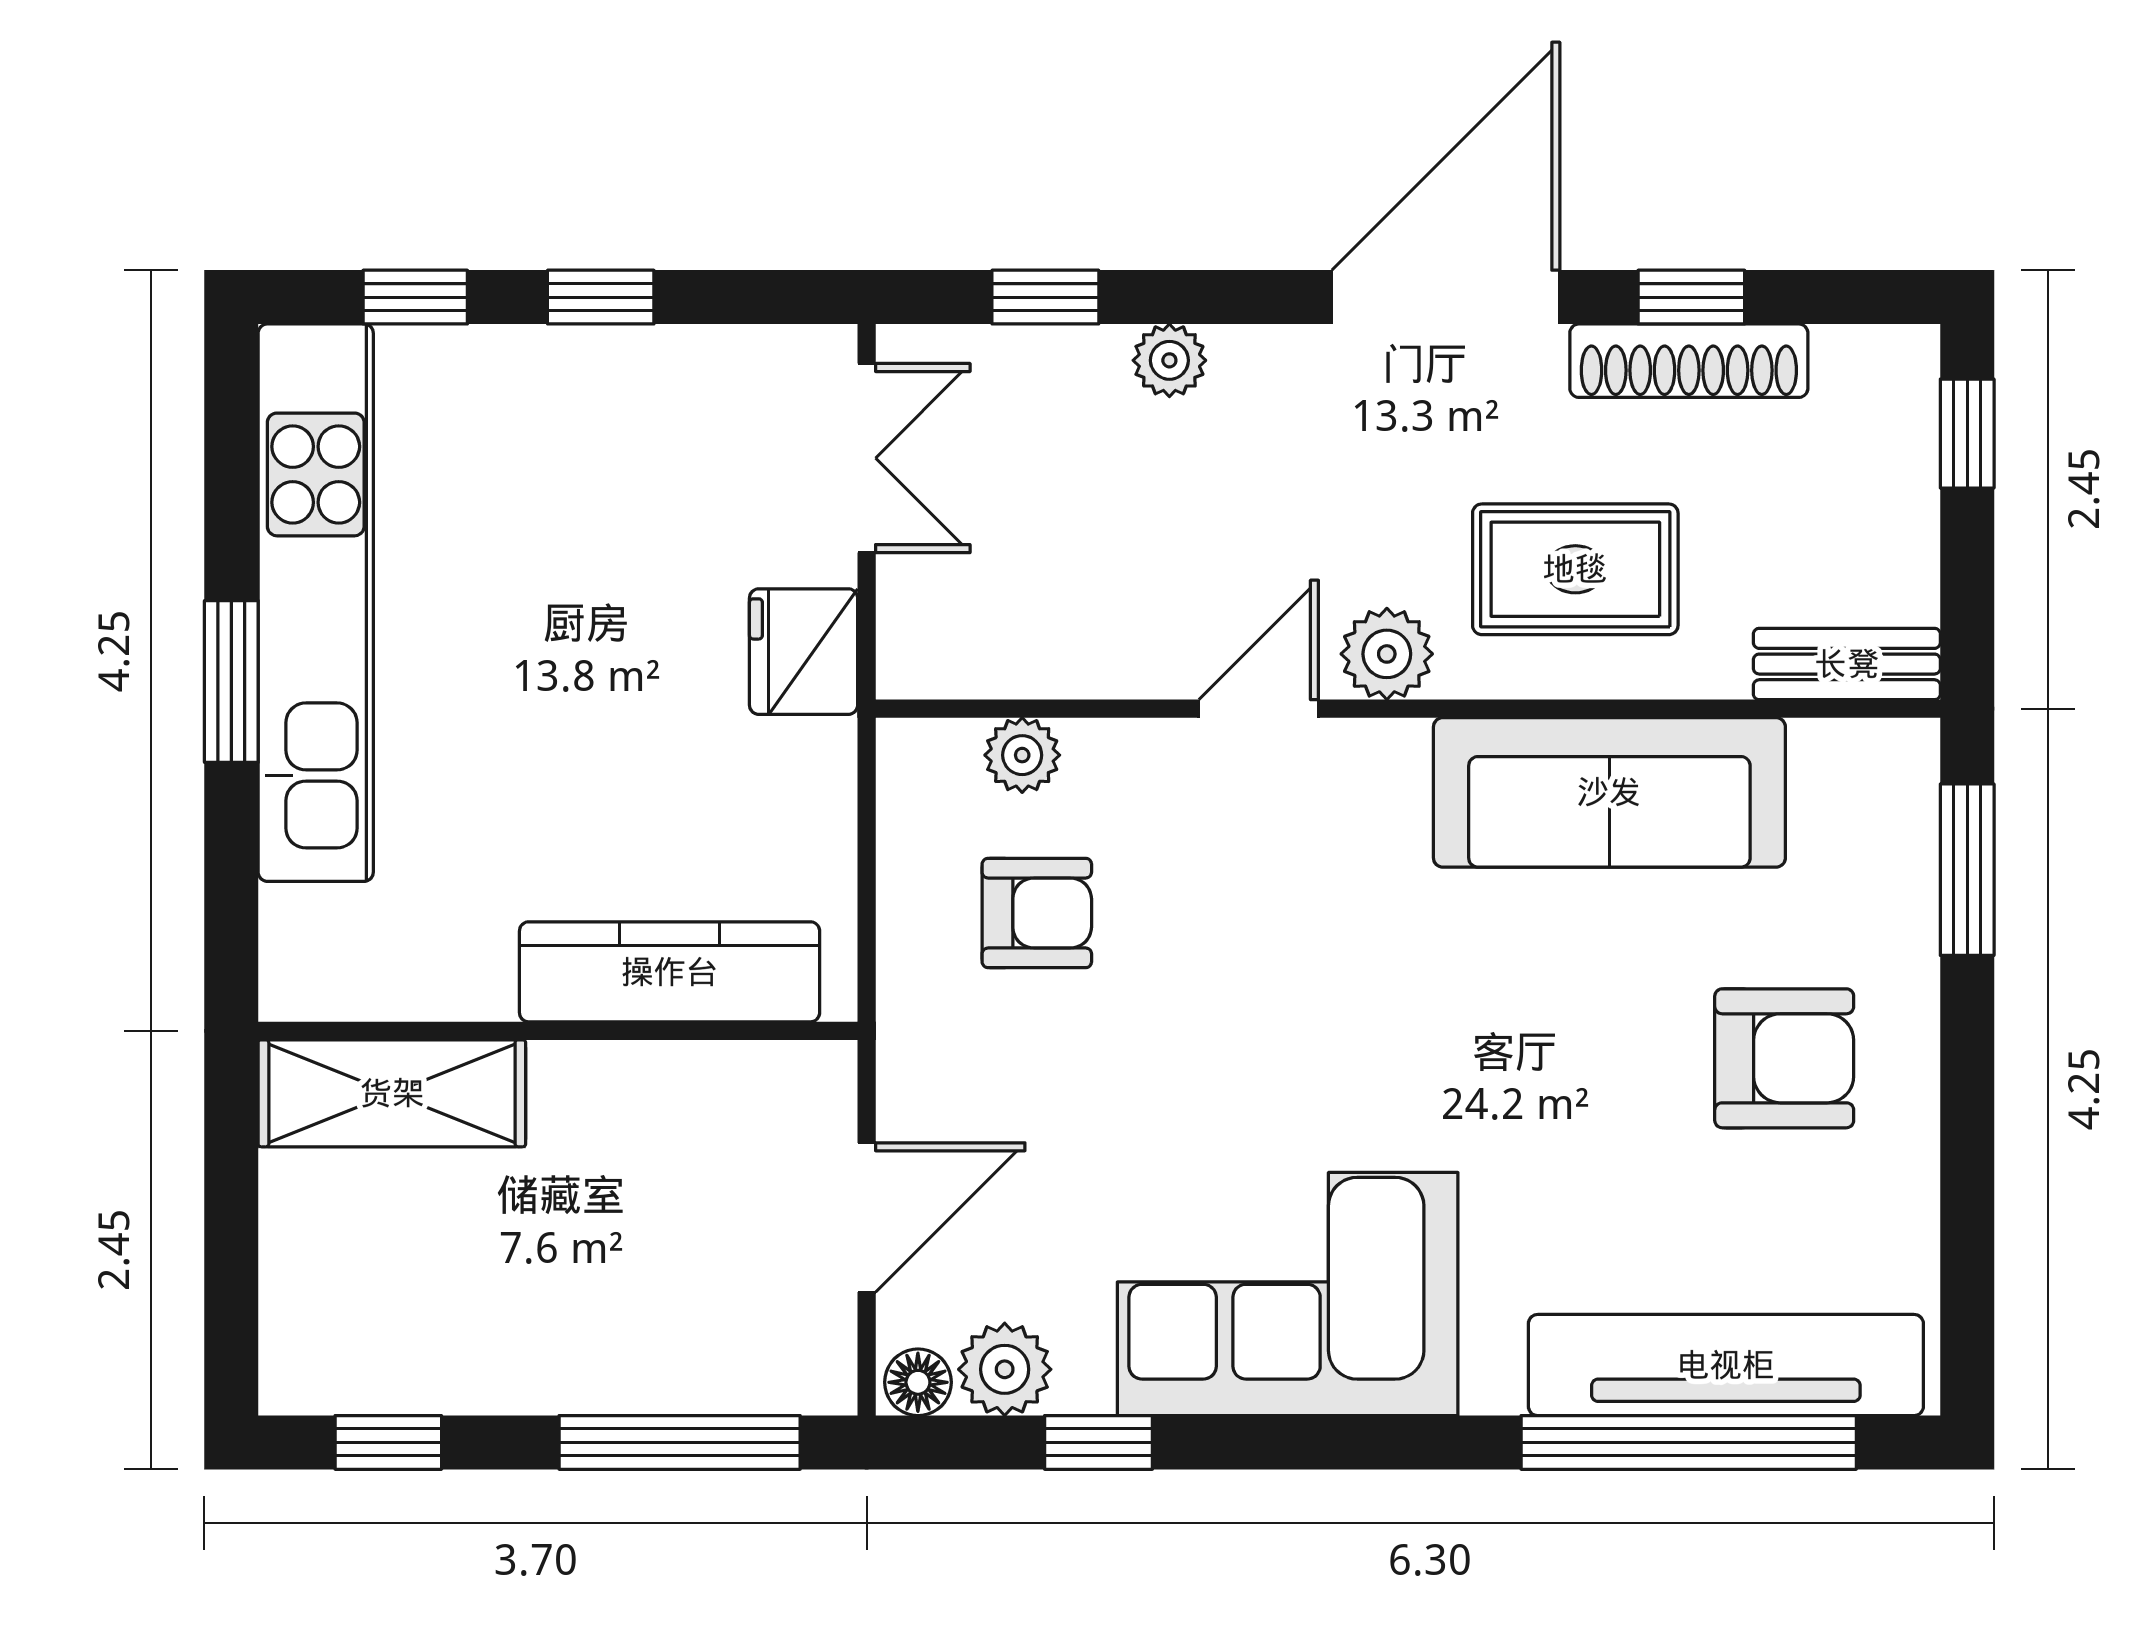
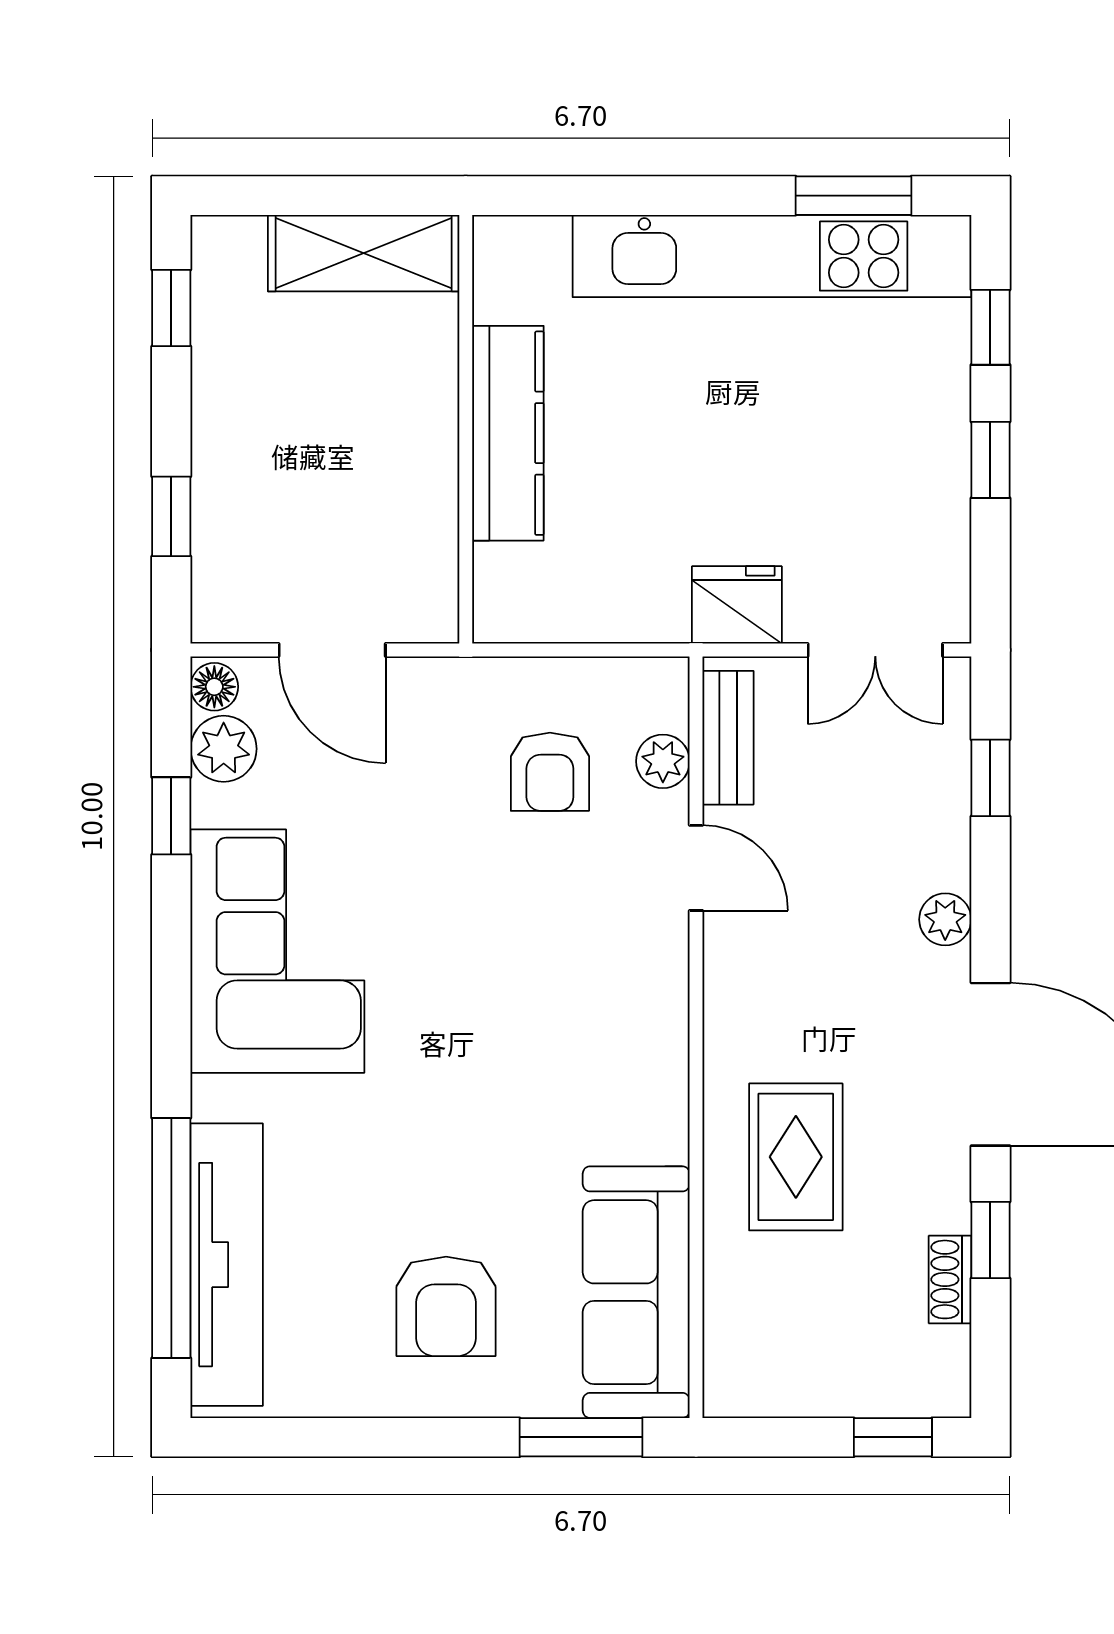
plant: (1169, 360) -> (945, 919), moved
shoe rack: (1689, 361) -> (950, 1279), width x0.51, depth x0.81
plant: (1387, 654) -> (735, 1022), removed
bench: (1847, 664) -> (728, 738), moved
window: (231, 681) -> (854, 196), moved
door: (1259, 709) -> (696, 868), moved
sofa: (1609, 792) -> (636, 1292), moved
kitchen counter: (670, 972) -> (508, 433), moved
shelving: (392, 1093) -> (364, 253), moved, turned 90
window: (680, 1442) -> (171, 516), width x0.46

